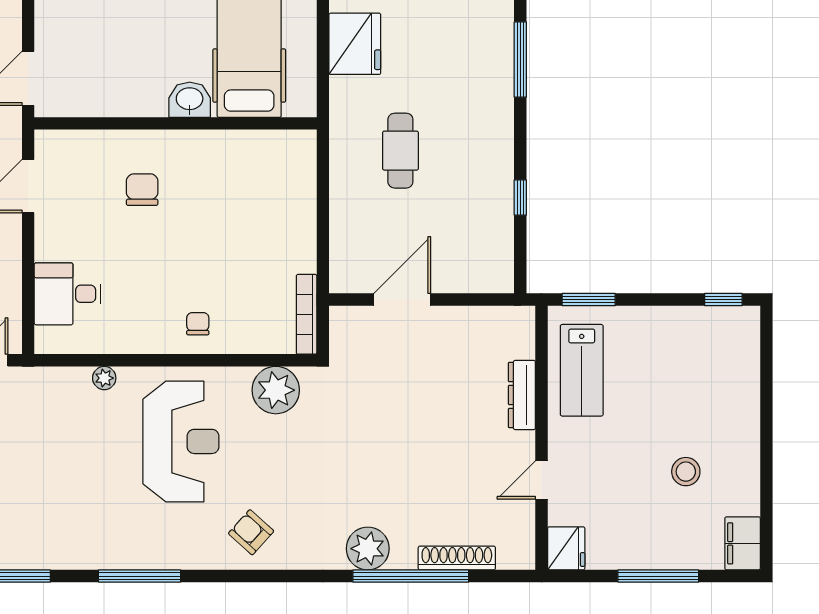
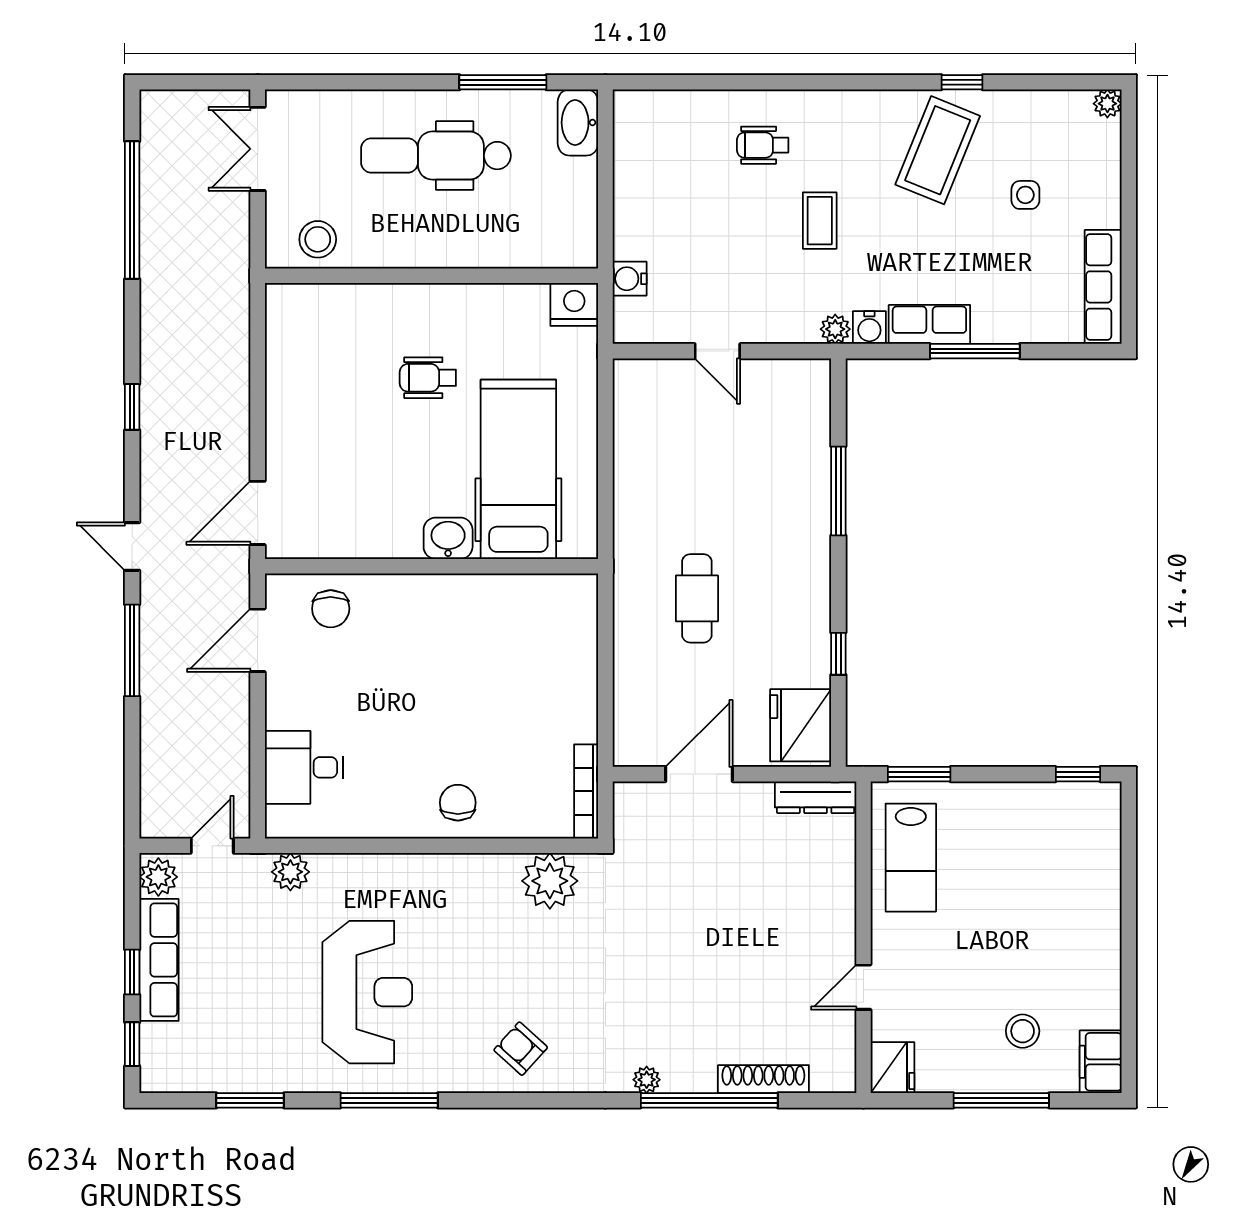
fridge: (355, 44) -> (801, 725), moved, turned 180
chair: (142, 190) -> (331, 609), moved, turned 180
chair: (198, 324) -> (458, 803), width x1.37, depth x1.37
plant: (104, 378) -> (290, 872), moved, width x1.38, depth x1.38
dresser: (522, 395) -> (816, 797), moved, turned -90
reception desk: (181, 441) -> (367, 992), moved
stool: (686, 472) -> (1023, 1031), moved
plant: (368, 549) -> (647, 1080), width x0.53, depth x0.53

